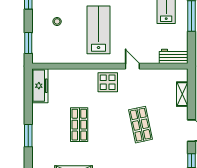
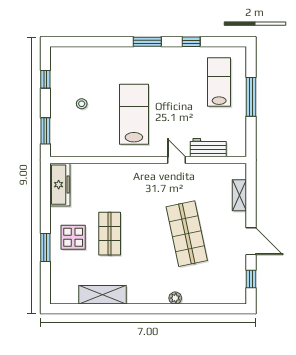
workbench: (174, 56) -> (208, 148), moved
display table: (108, 82) -> (73, 237), moved
shop shelf: (141, 125) -> (187, 234), width x1.43, depth x1.36

